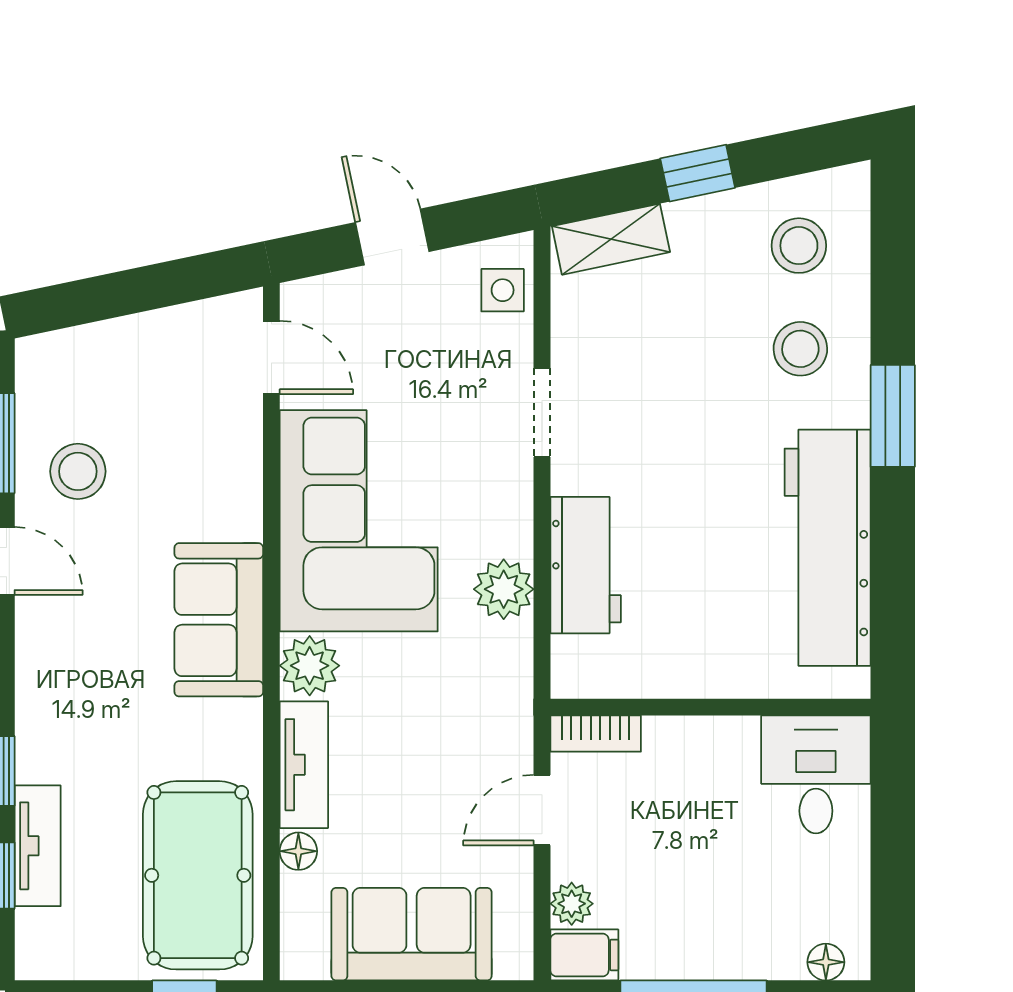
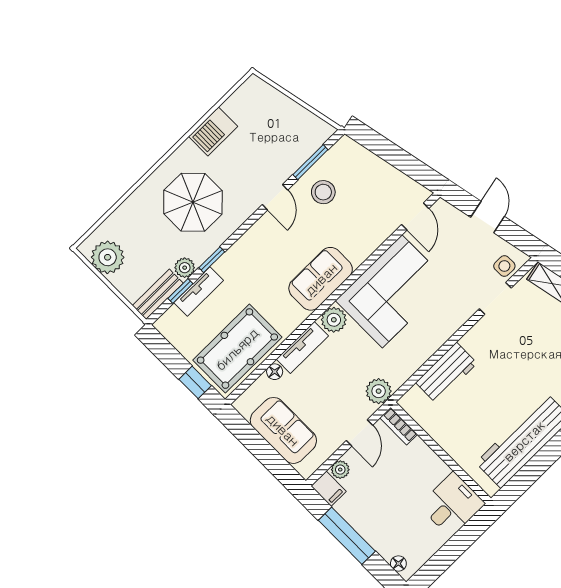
doorway: (542, 413) -> (495, 298), moved
plant: (504, 589) -> (379, 391), moved
door: (542, 810) -> (360, 433), swing flipped

